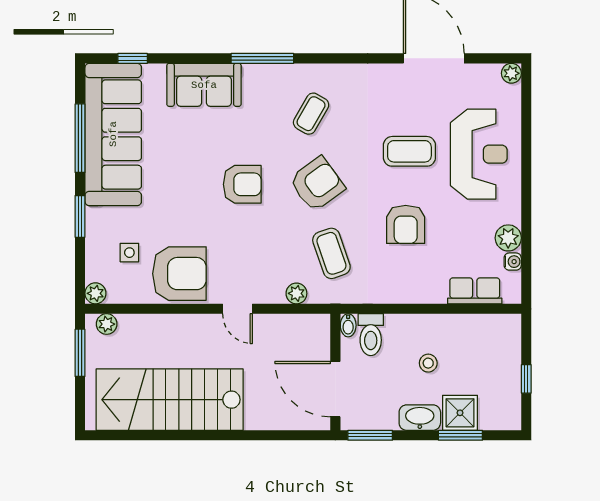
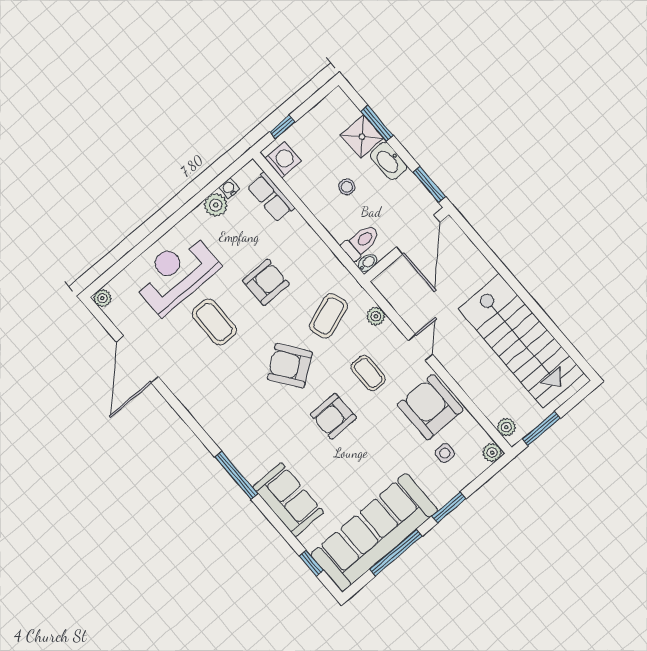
coffee table: (311, 114) -> (368, 373), moved, turned 60
armchair: (242, 184) -> (333, 416), turned -90
washing machine: (498, 328) -> (283, 160), added
window: (526, 379) -> (282, 127), moved

